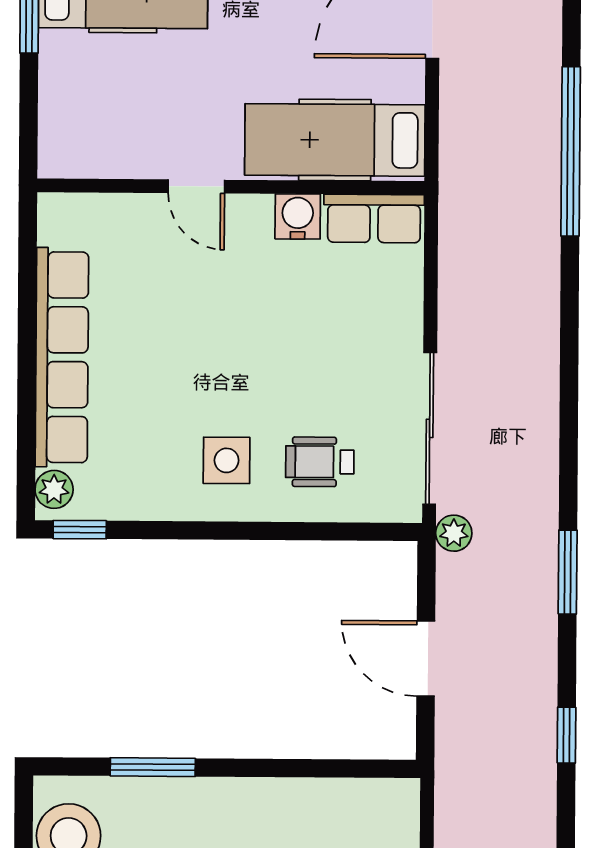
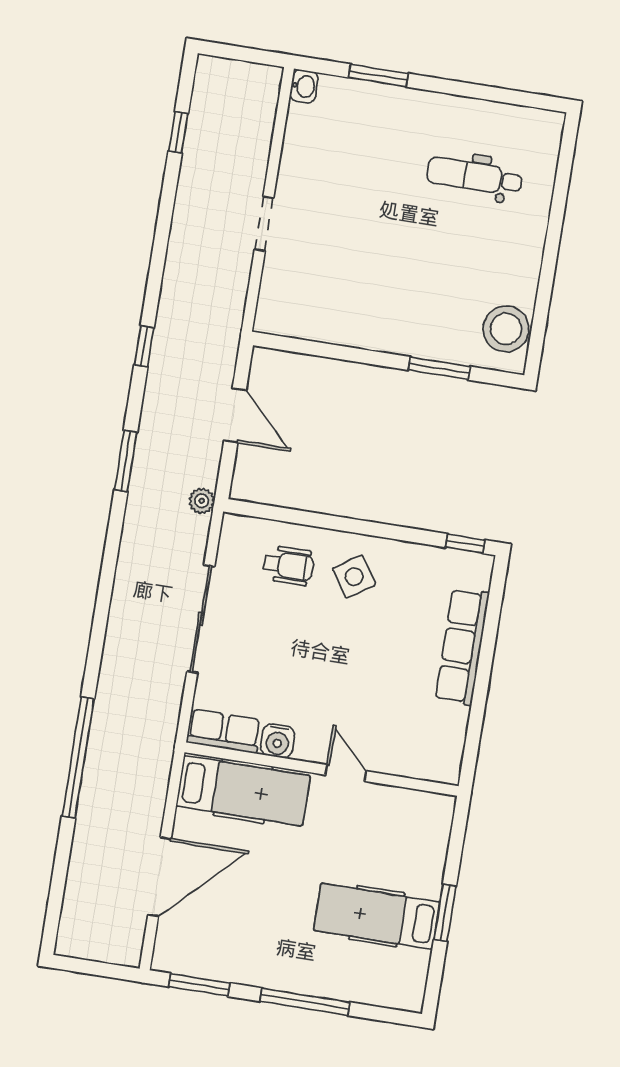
row of seats: (62, 357) -> (462, 646), width x0.73
sliding door: (430, 428) -> (201, 619), moved
side table: (227, 460) -> (354, 577), turned -34
plant: (54, 489) -> (479, 575), removed

